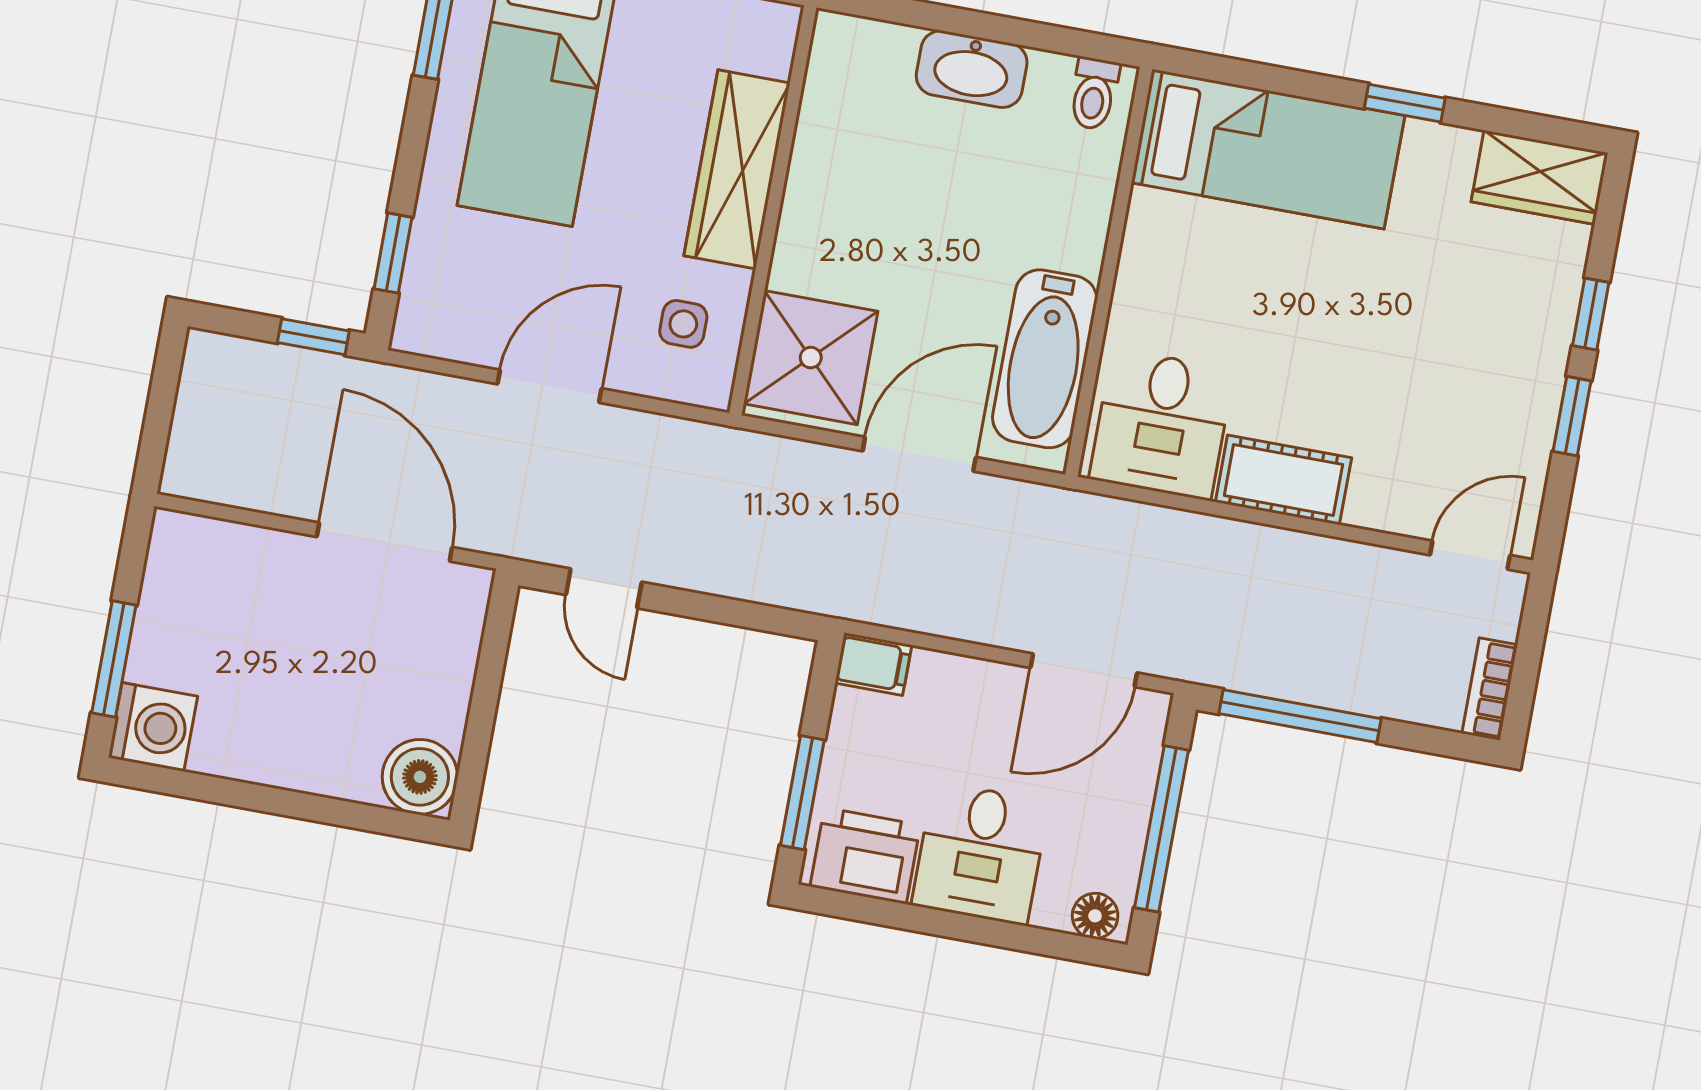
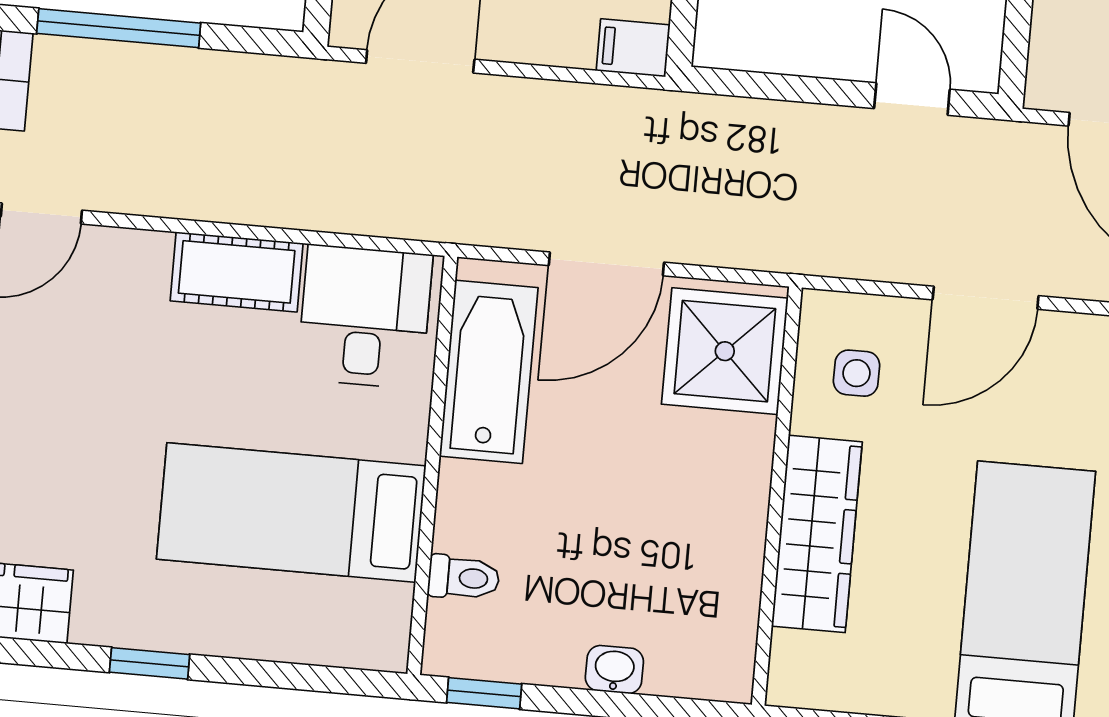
window: (1079, 43) -> (484, 693), added
washbasin: (972, 69) -> (614, 670), width x0.52, depth x0.69
toilet: (1094, 94) -> (464, 578), moved, turned 90
bed: (1268, 149) -> (291, 513), moved
window: (1300, 716) -> (119, 28), moved

